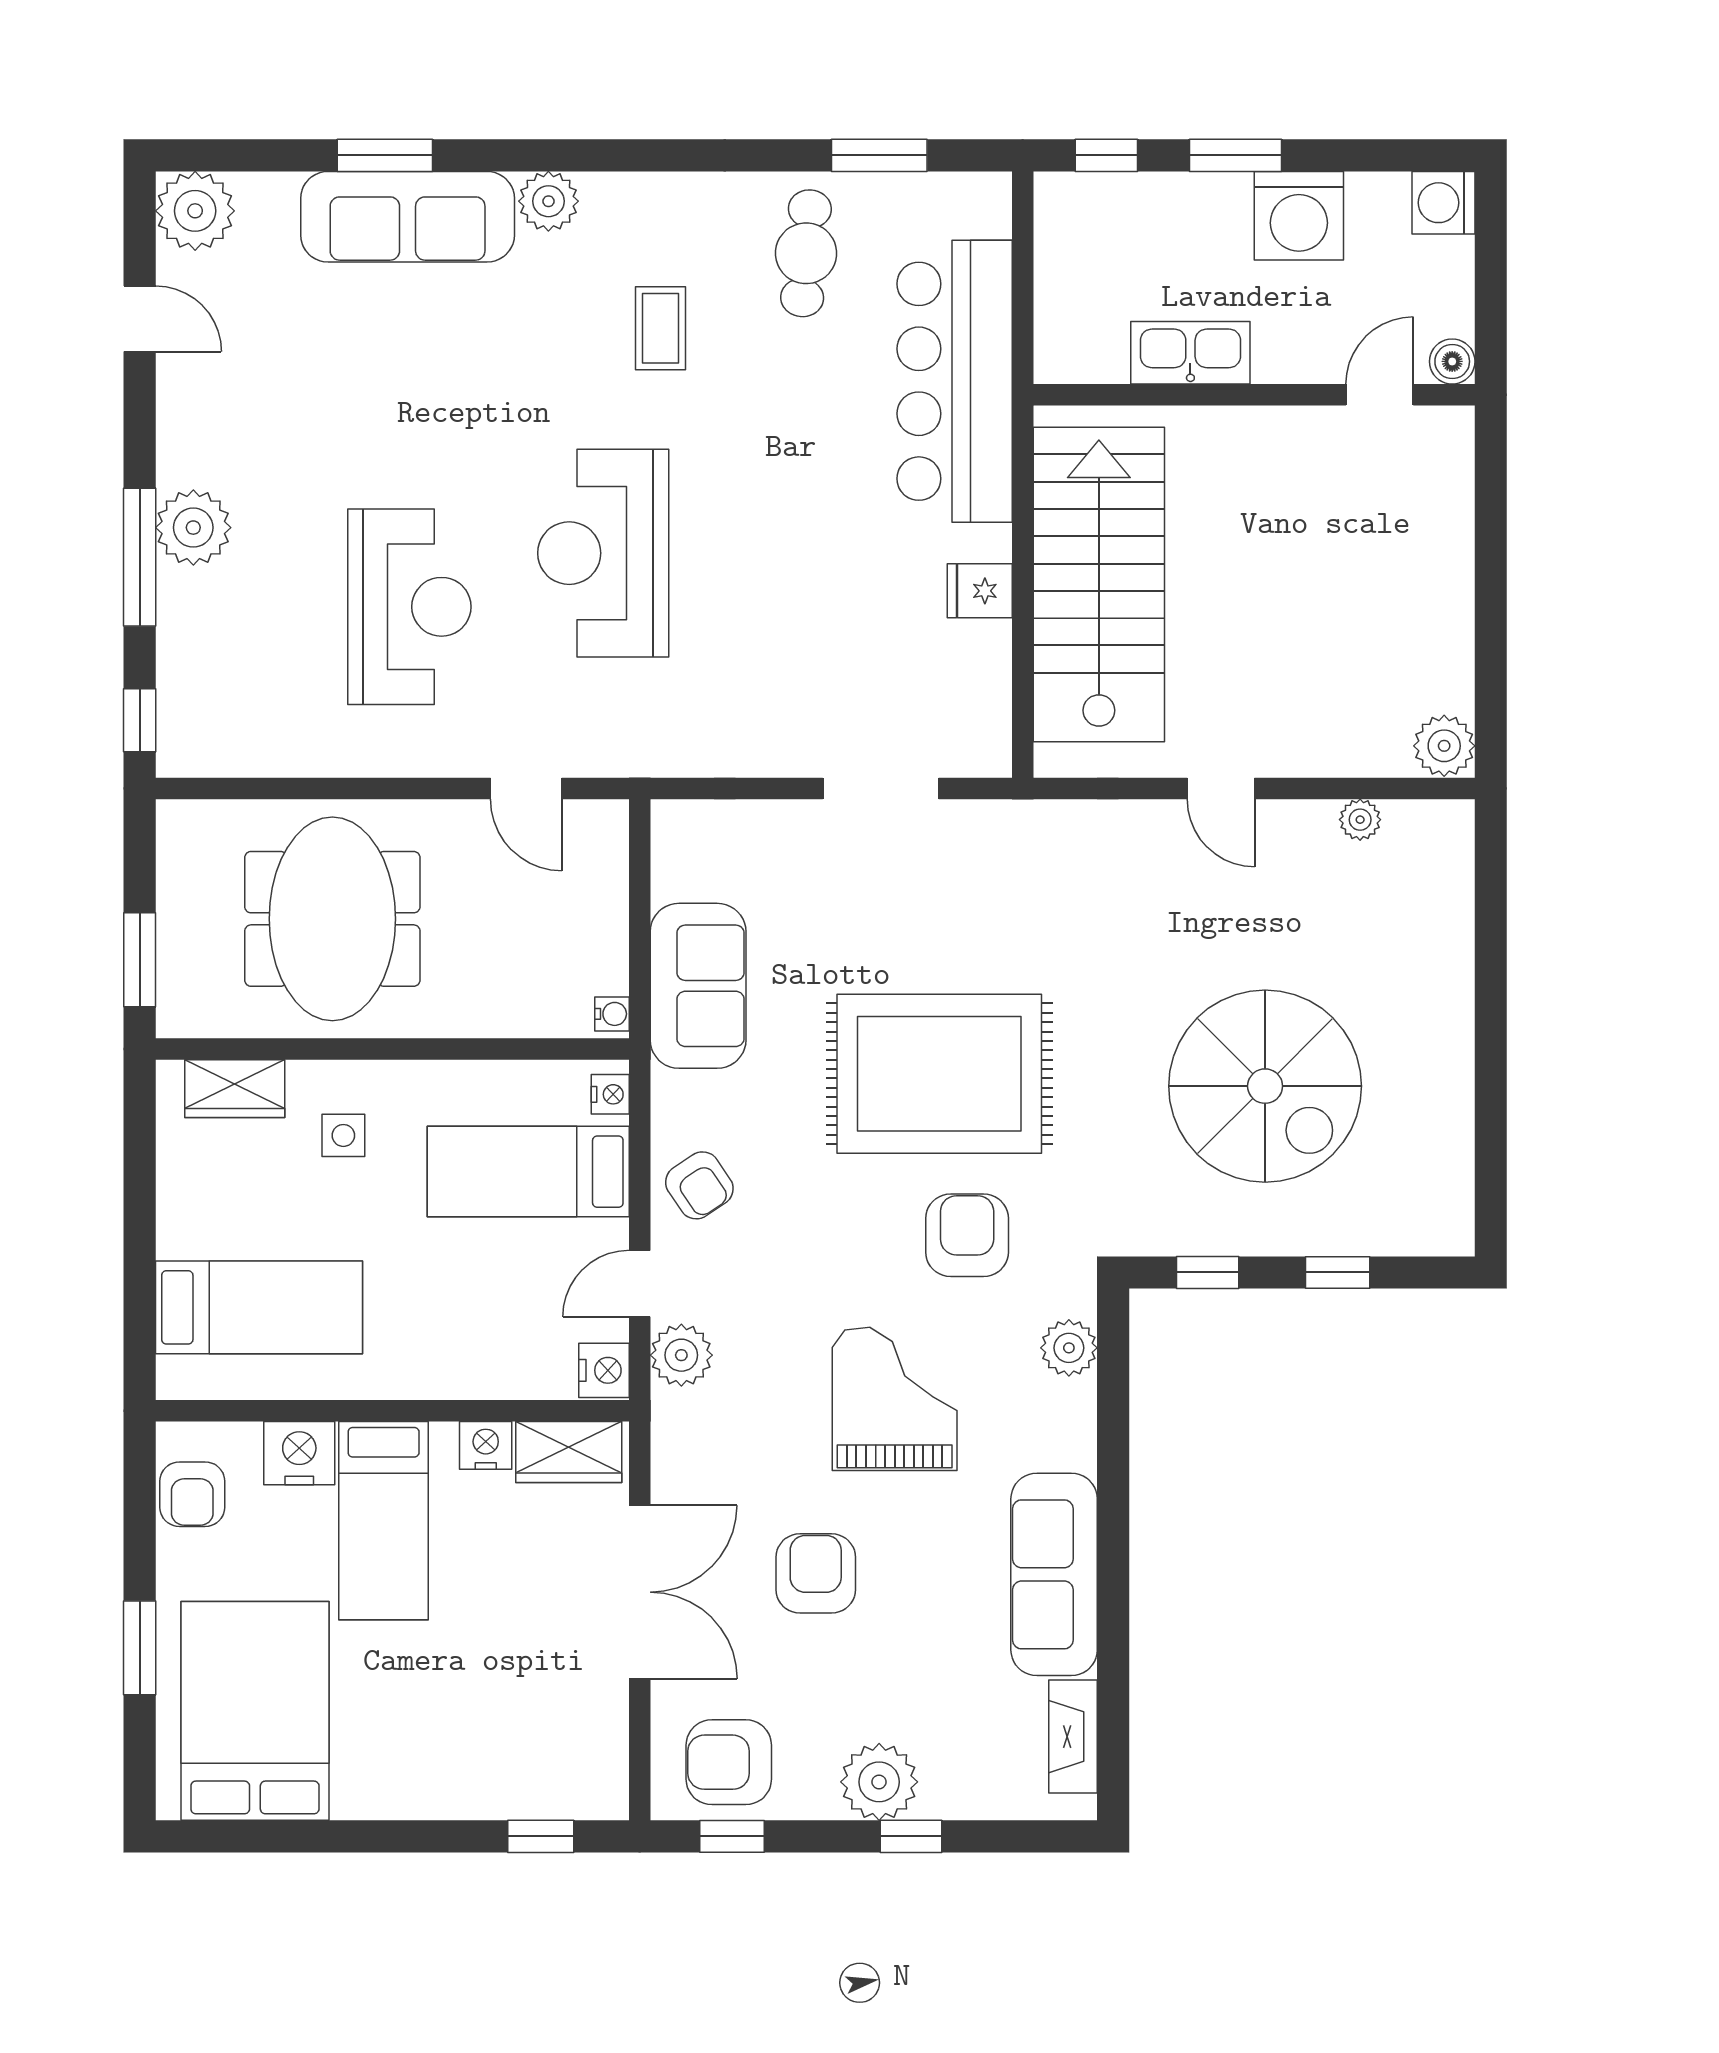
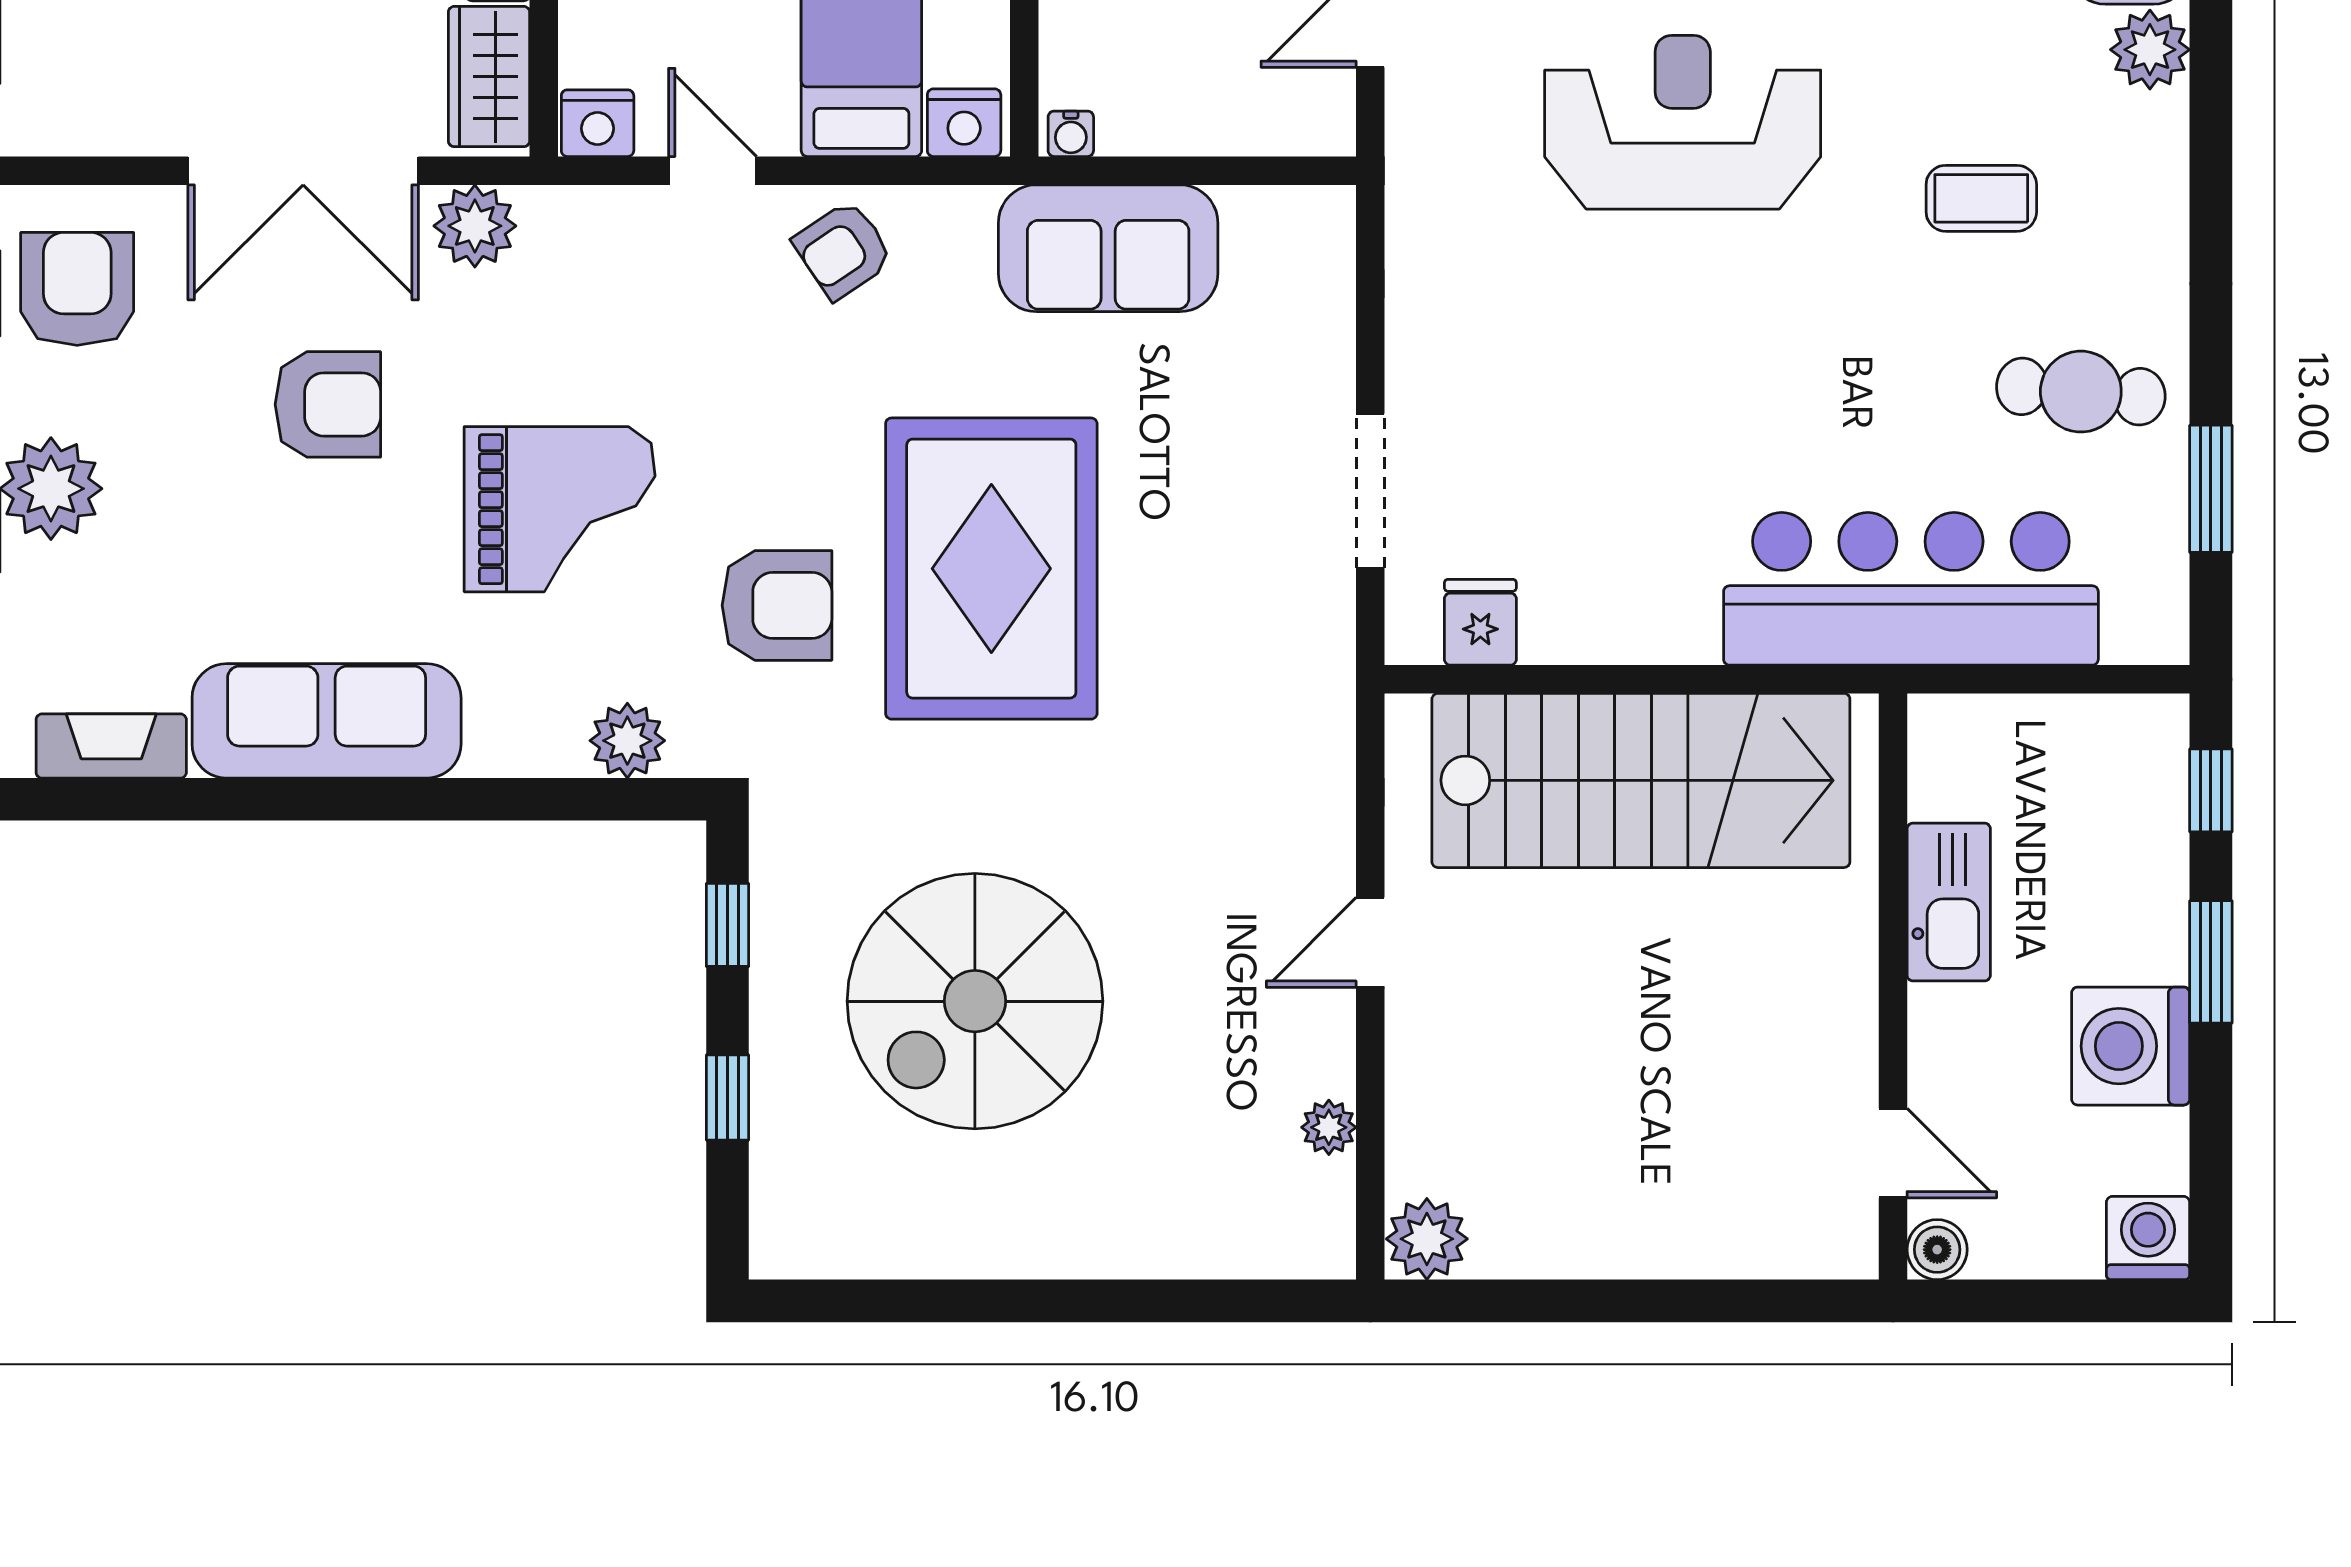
fridge: (980, 591) -> (1480, 622), moved
nightstand: (610, 1094) -> (964, 123), width x1.39, depth x1.35
plant: (681, 1355) -> (475, 226), moved

